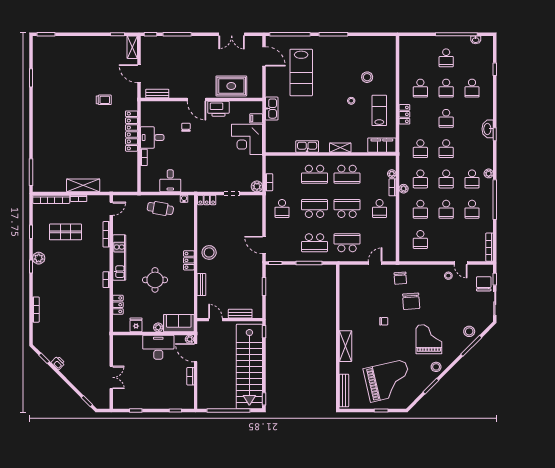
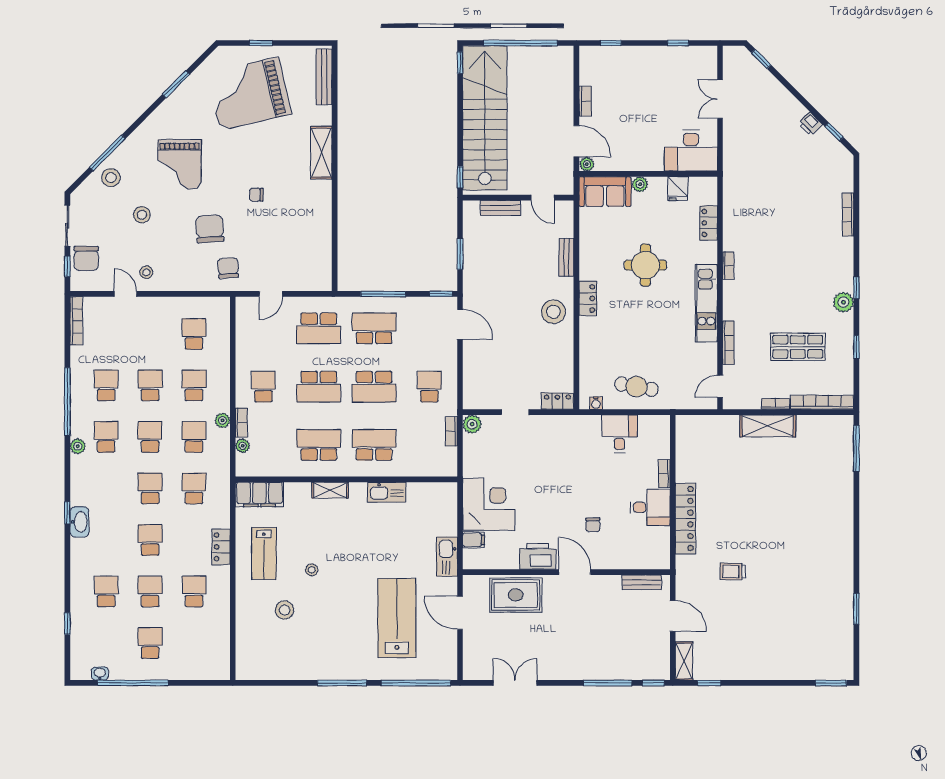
door: (264, 56) -> (460, 613), moved
desk: (158, 347) -> (691, 150), moved
stool: (436, 367) -> (142, 215), moved

